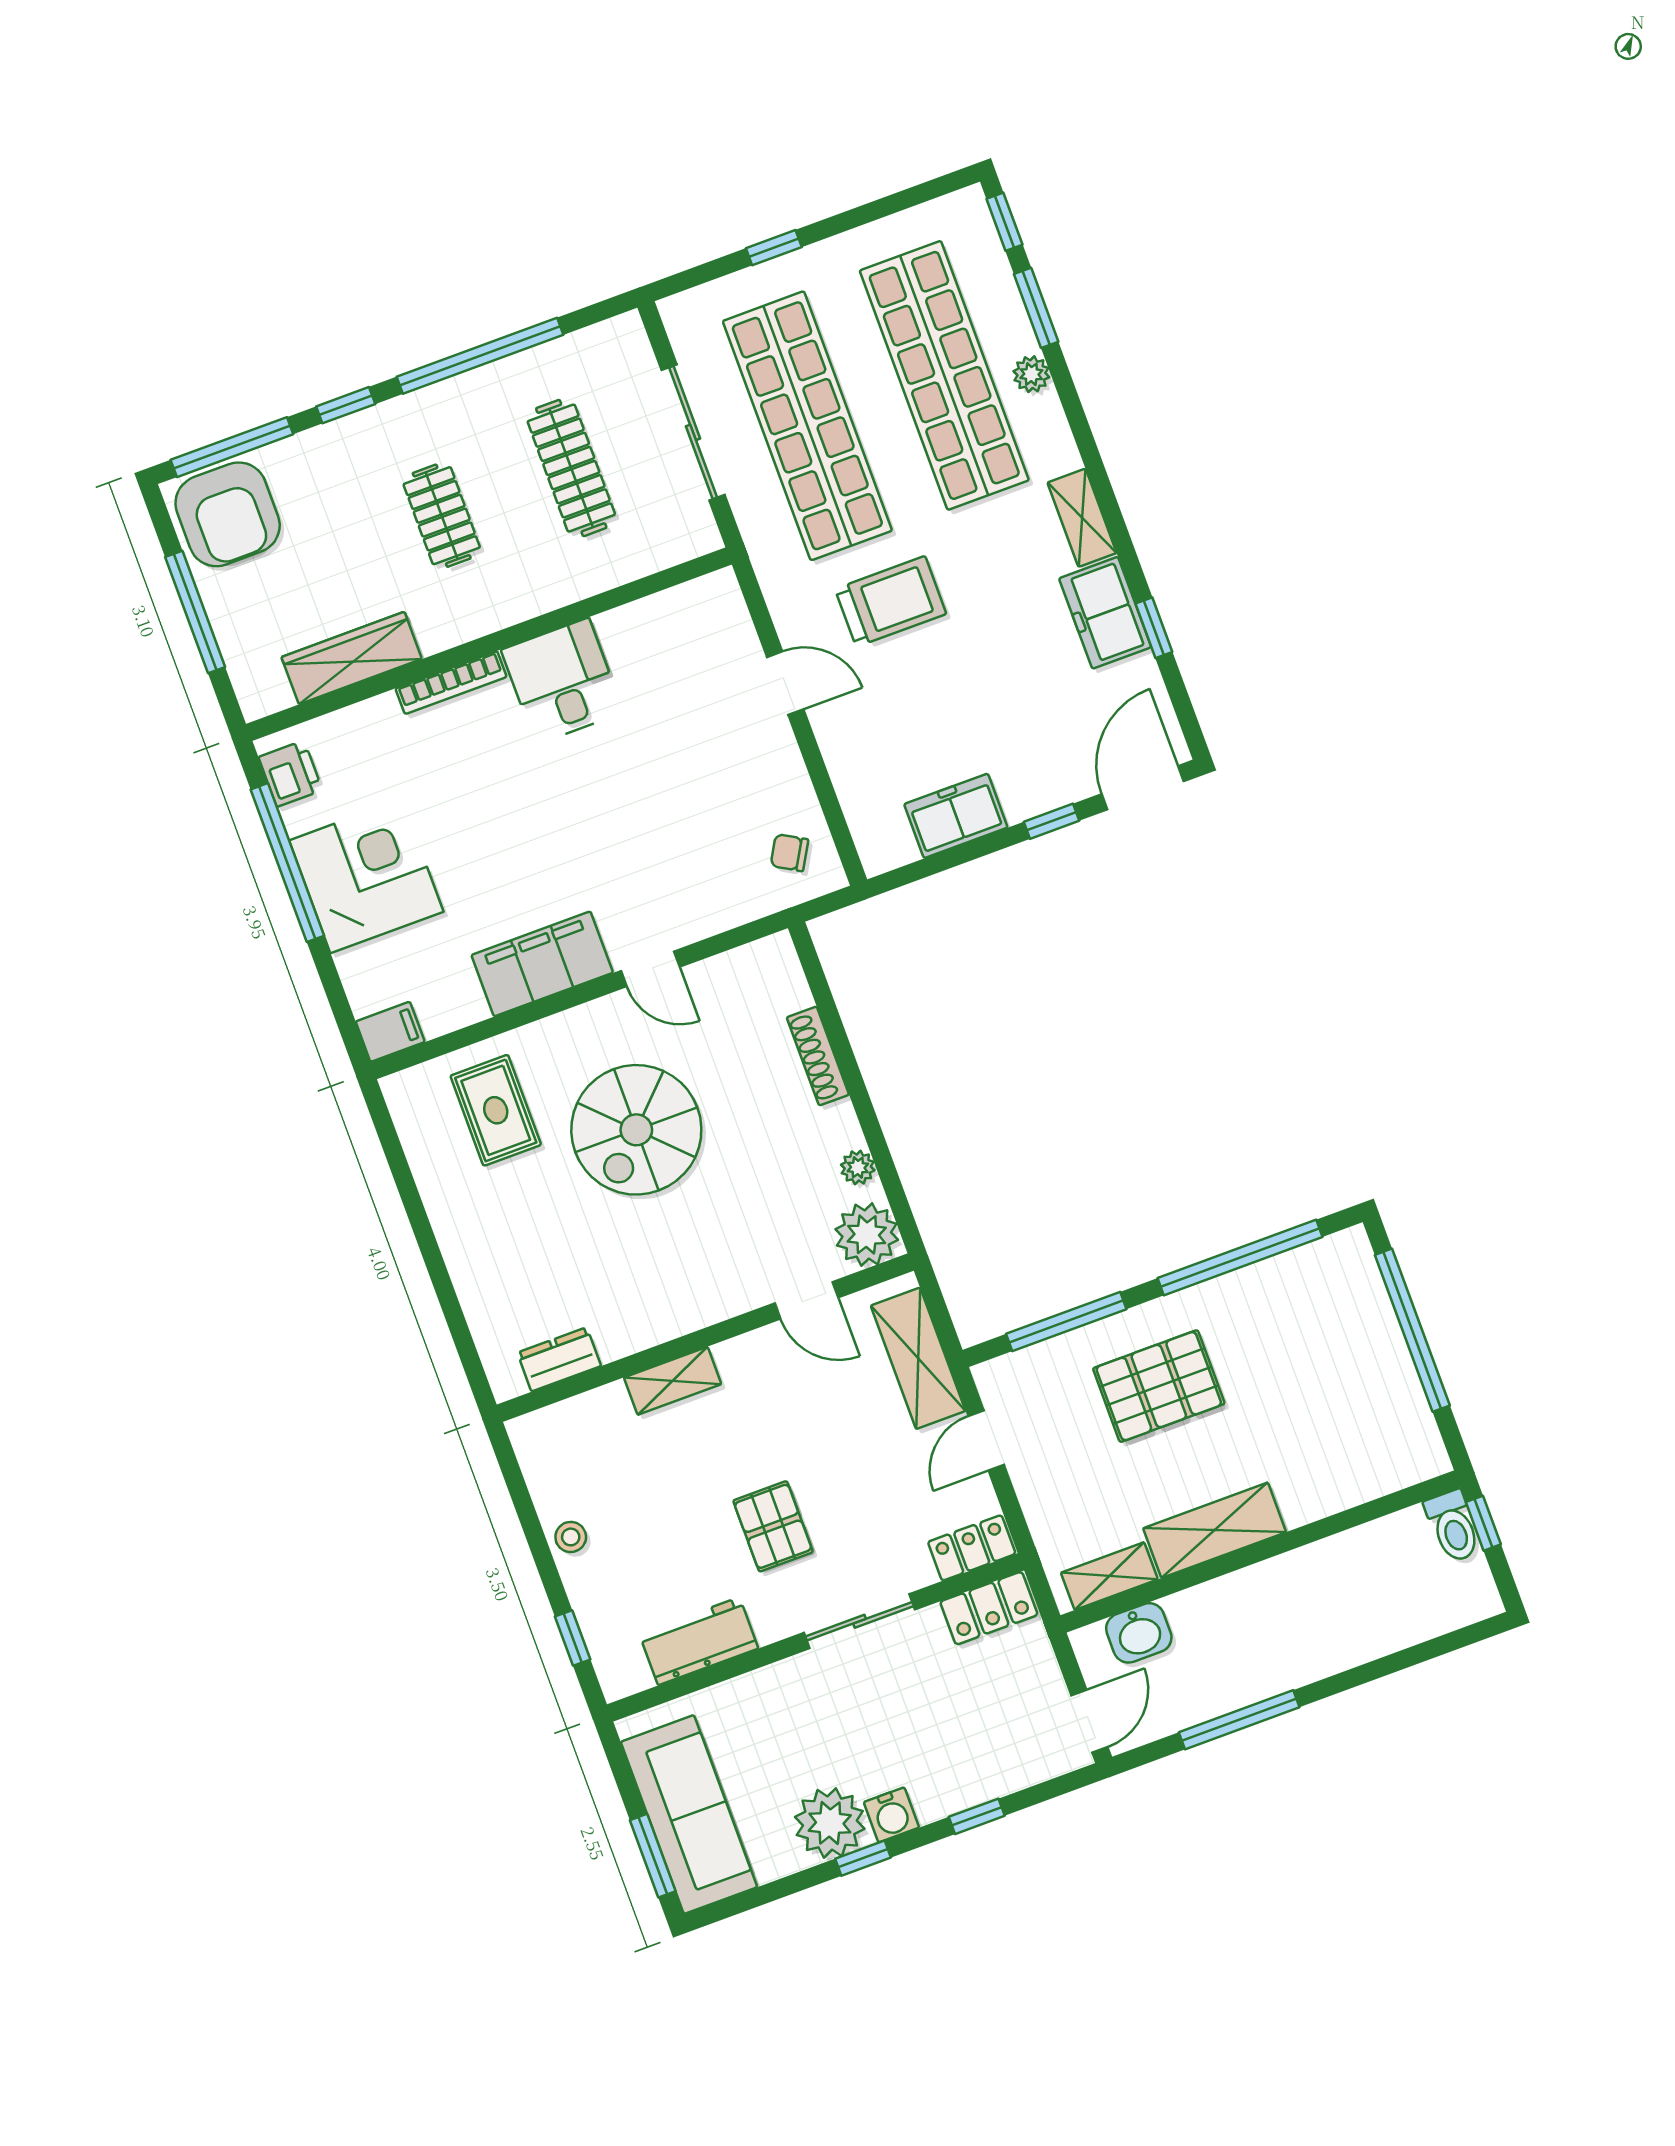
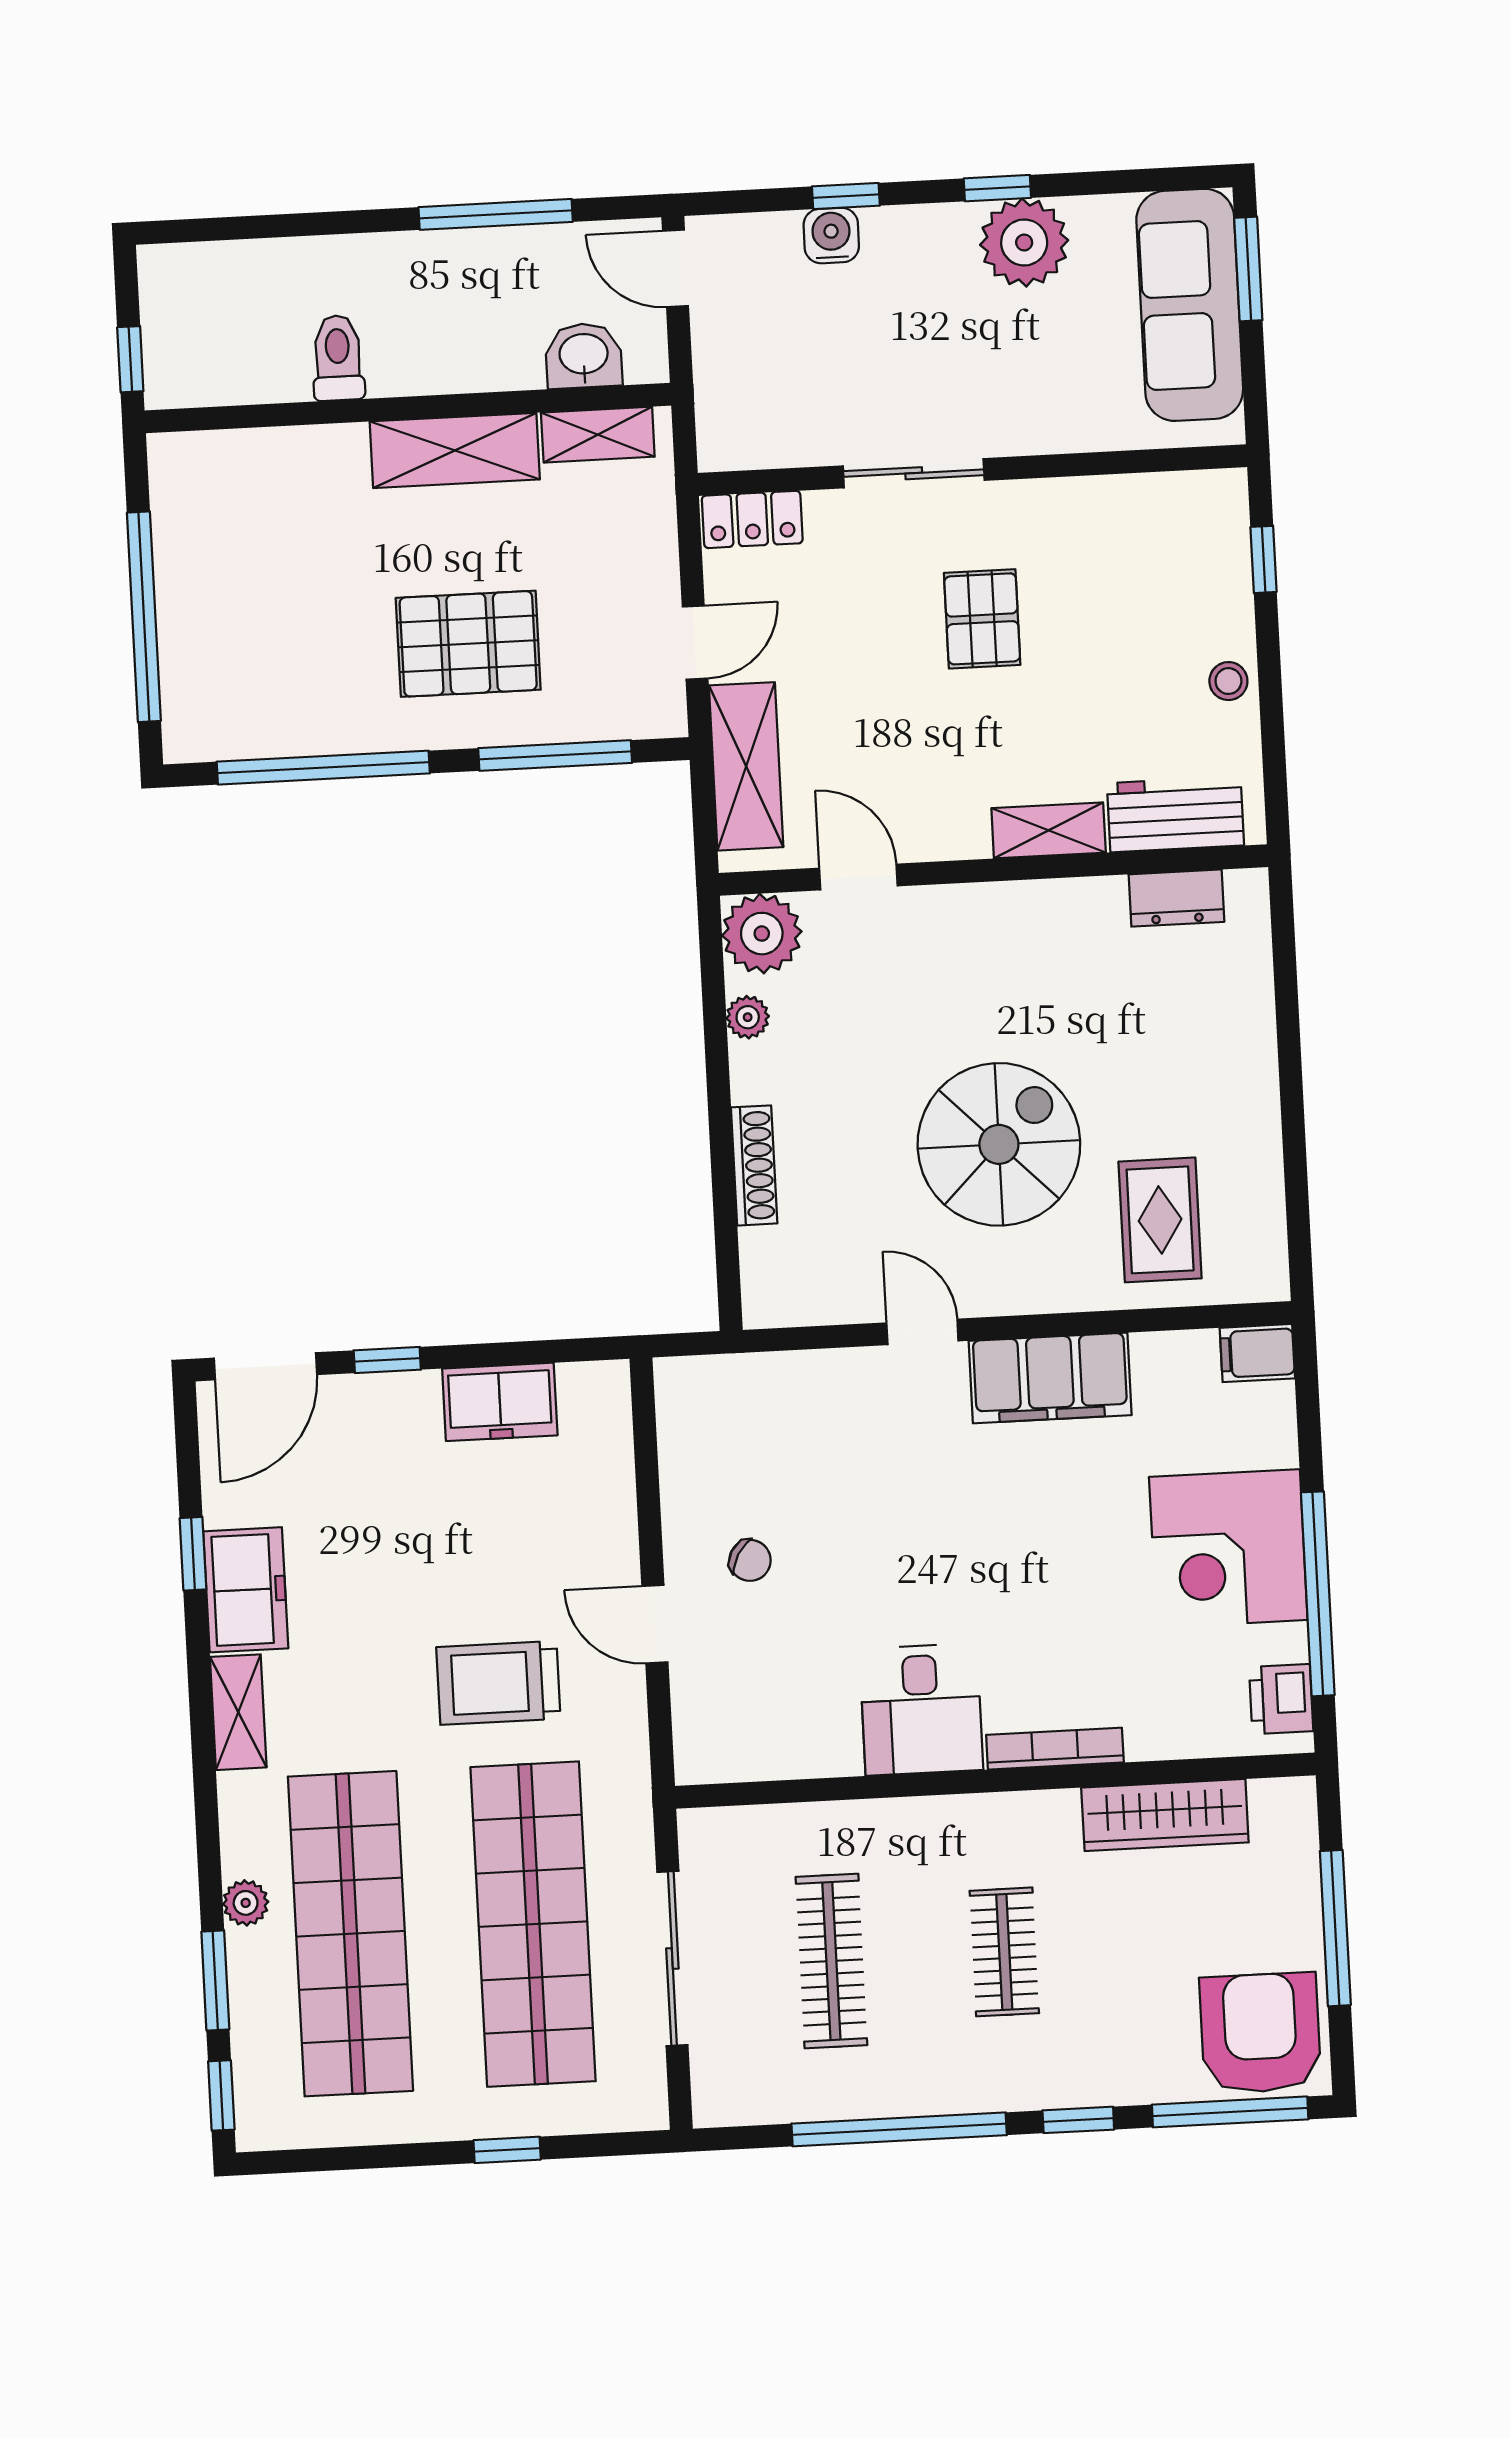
chair: (789, 853) -> (750, 1560), moved
toilet: (1453, 1526) -> (338, 358), moved
locker: (989, 1608) -> (754, 441), removed
workbench: (699, 1641) -> (1175, 814), moved, turned 180
door: (1089, 1721) -> (675, 268), hinge flipped
water cooler: (891, 1815) -> (831, 236), moved

